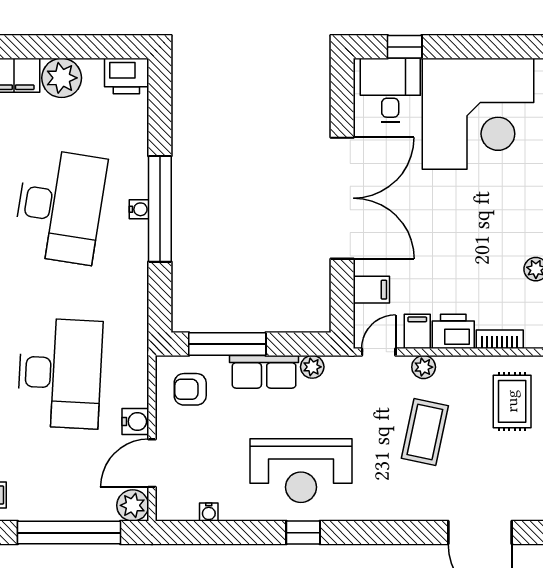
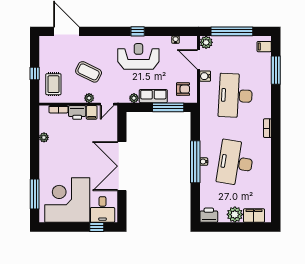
filing cabinet: (371, 290) -> (110, 129), removed
coffee table: (425, 432) -> (89, 72), turned -76
door: (152, 463) -> (198, 59), swing flipped

